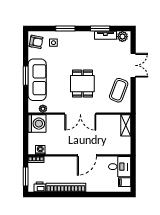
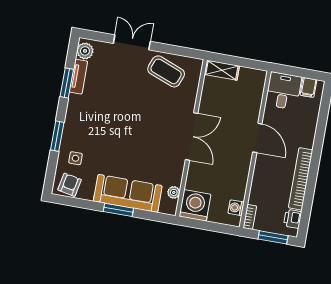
dining table: (82, 84) -> (146, 125), removed

